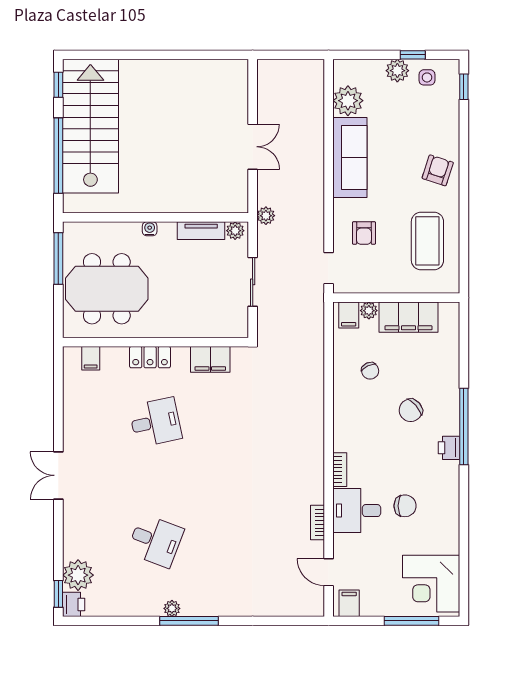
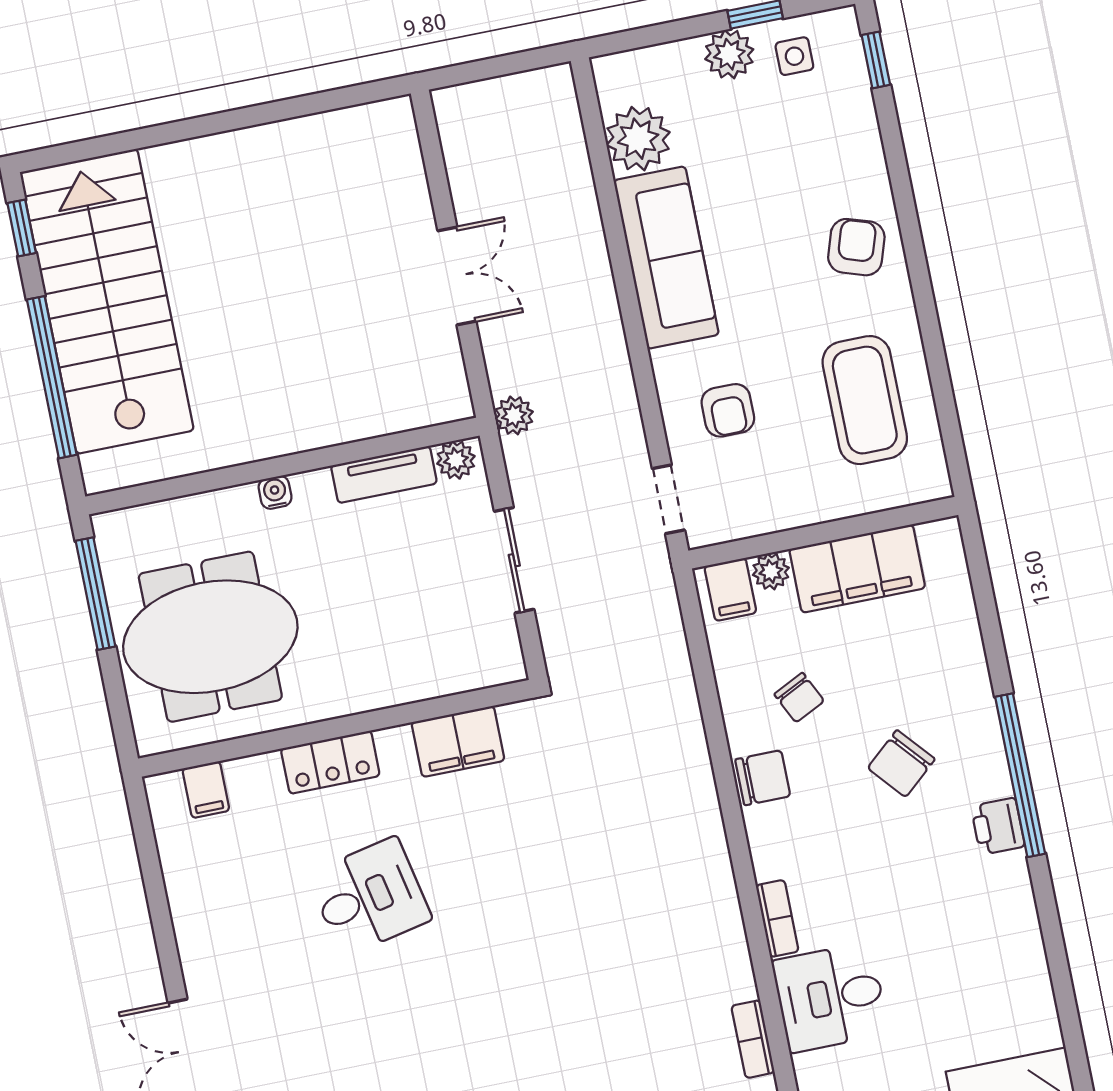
chair: (405, 506) -> (763, 778), moved

